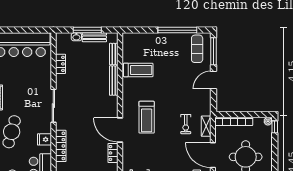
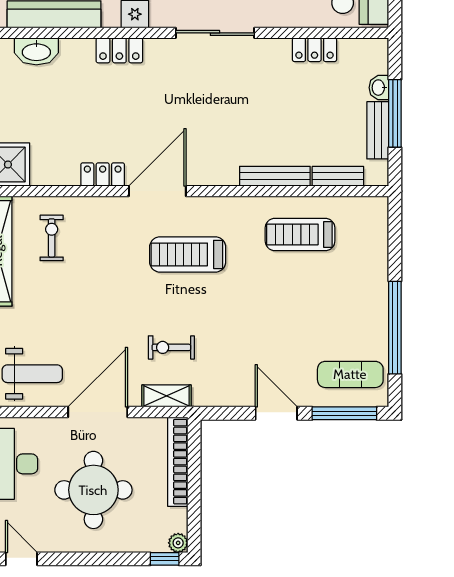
treadmill: (138, 70) -> (300, 234), turned 90
locker: (61, 146) -> (119, 50), width x0.66

